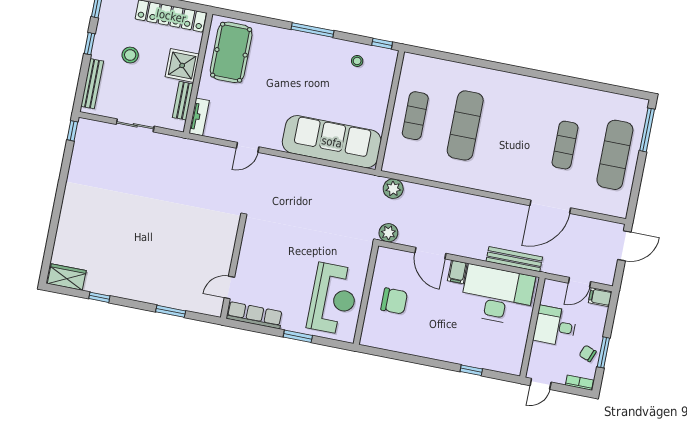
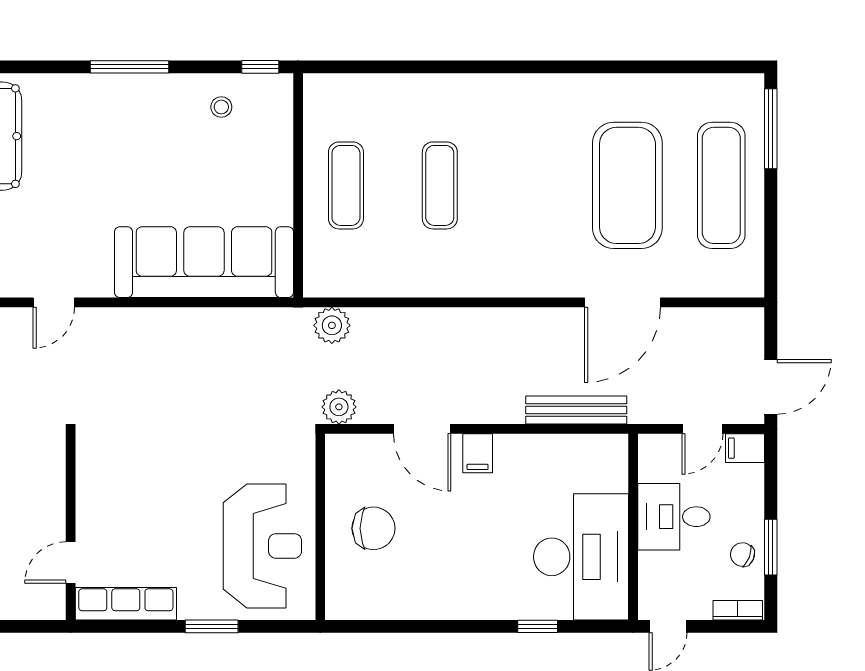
exercise mat: (465, 125) -> (440, 185), width x0.73, depth x0.69
exercise mat: (565, 145) -> (627, 185), width x2.00, depth x1.45
door: (624, 246) -> (771, 387), moved
desk: (497, 295) -> (581, 557), moved, turned 90

